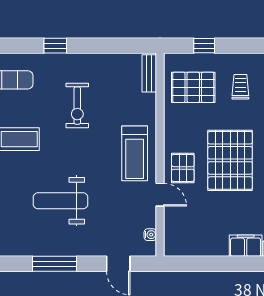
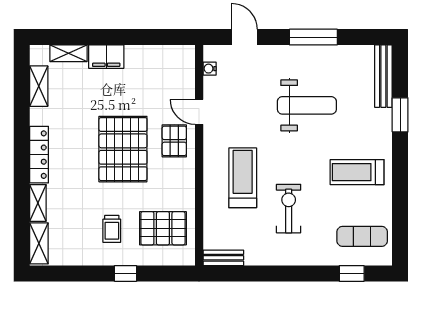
window: (55, 46) -> (352, 273), moved
window: (204, 46) -> (125, 273), moved
bench: (149, 73) -> (223, 258), moved, turned 90
treadmill: (135, 153) -> (243, 178), moved

